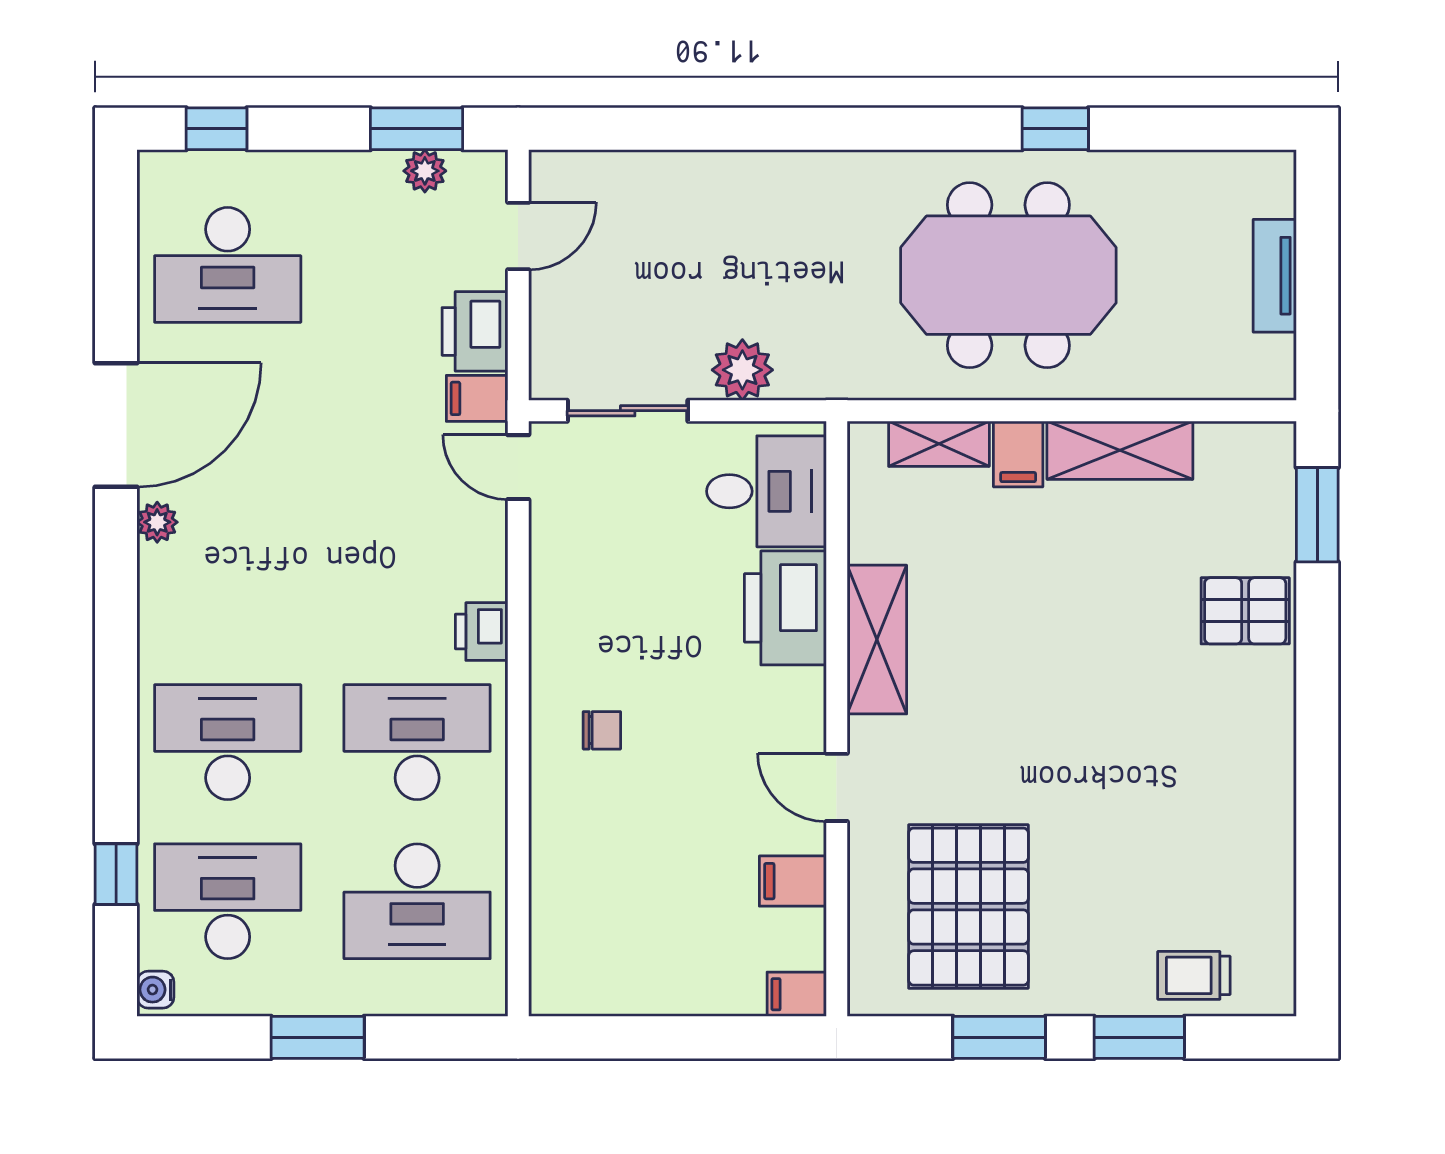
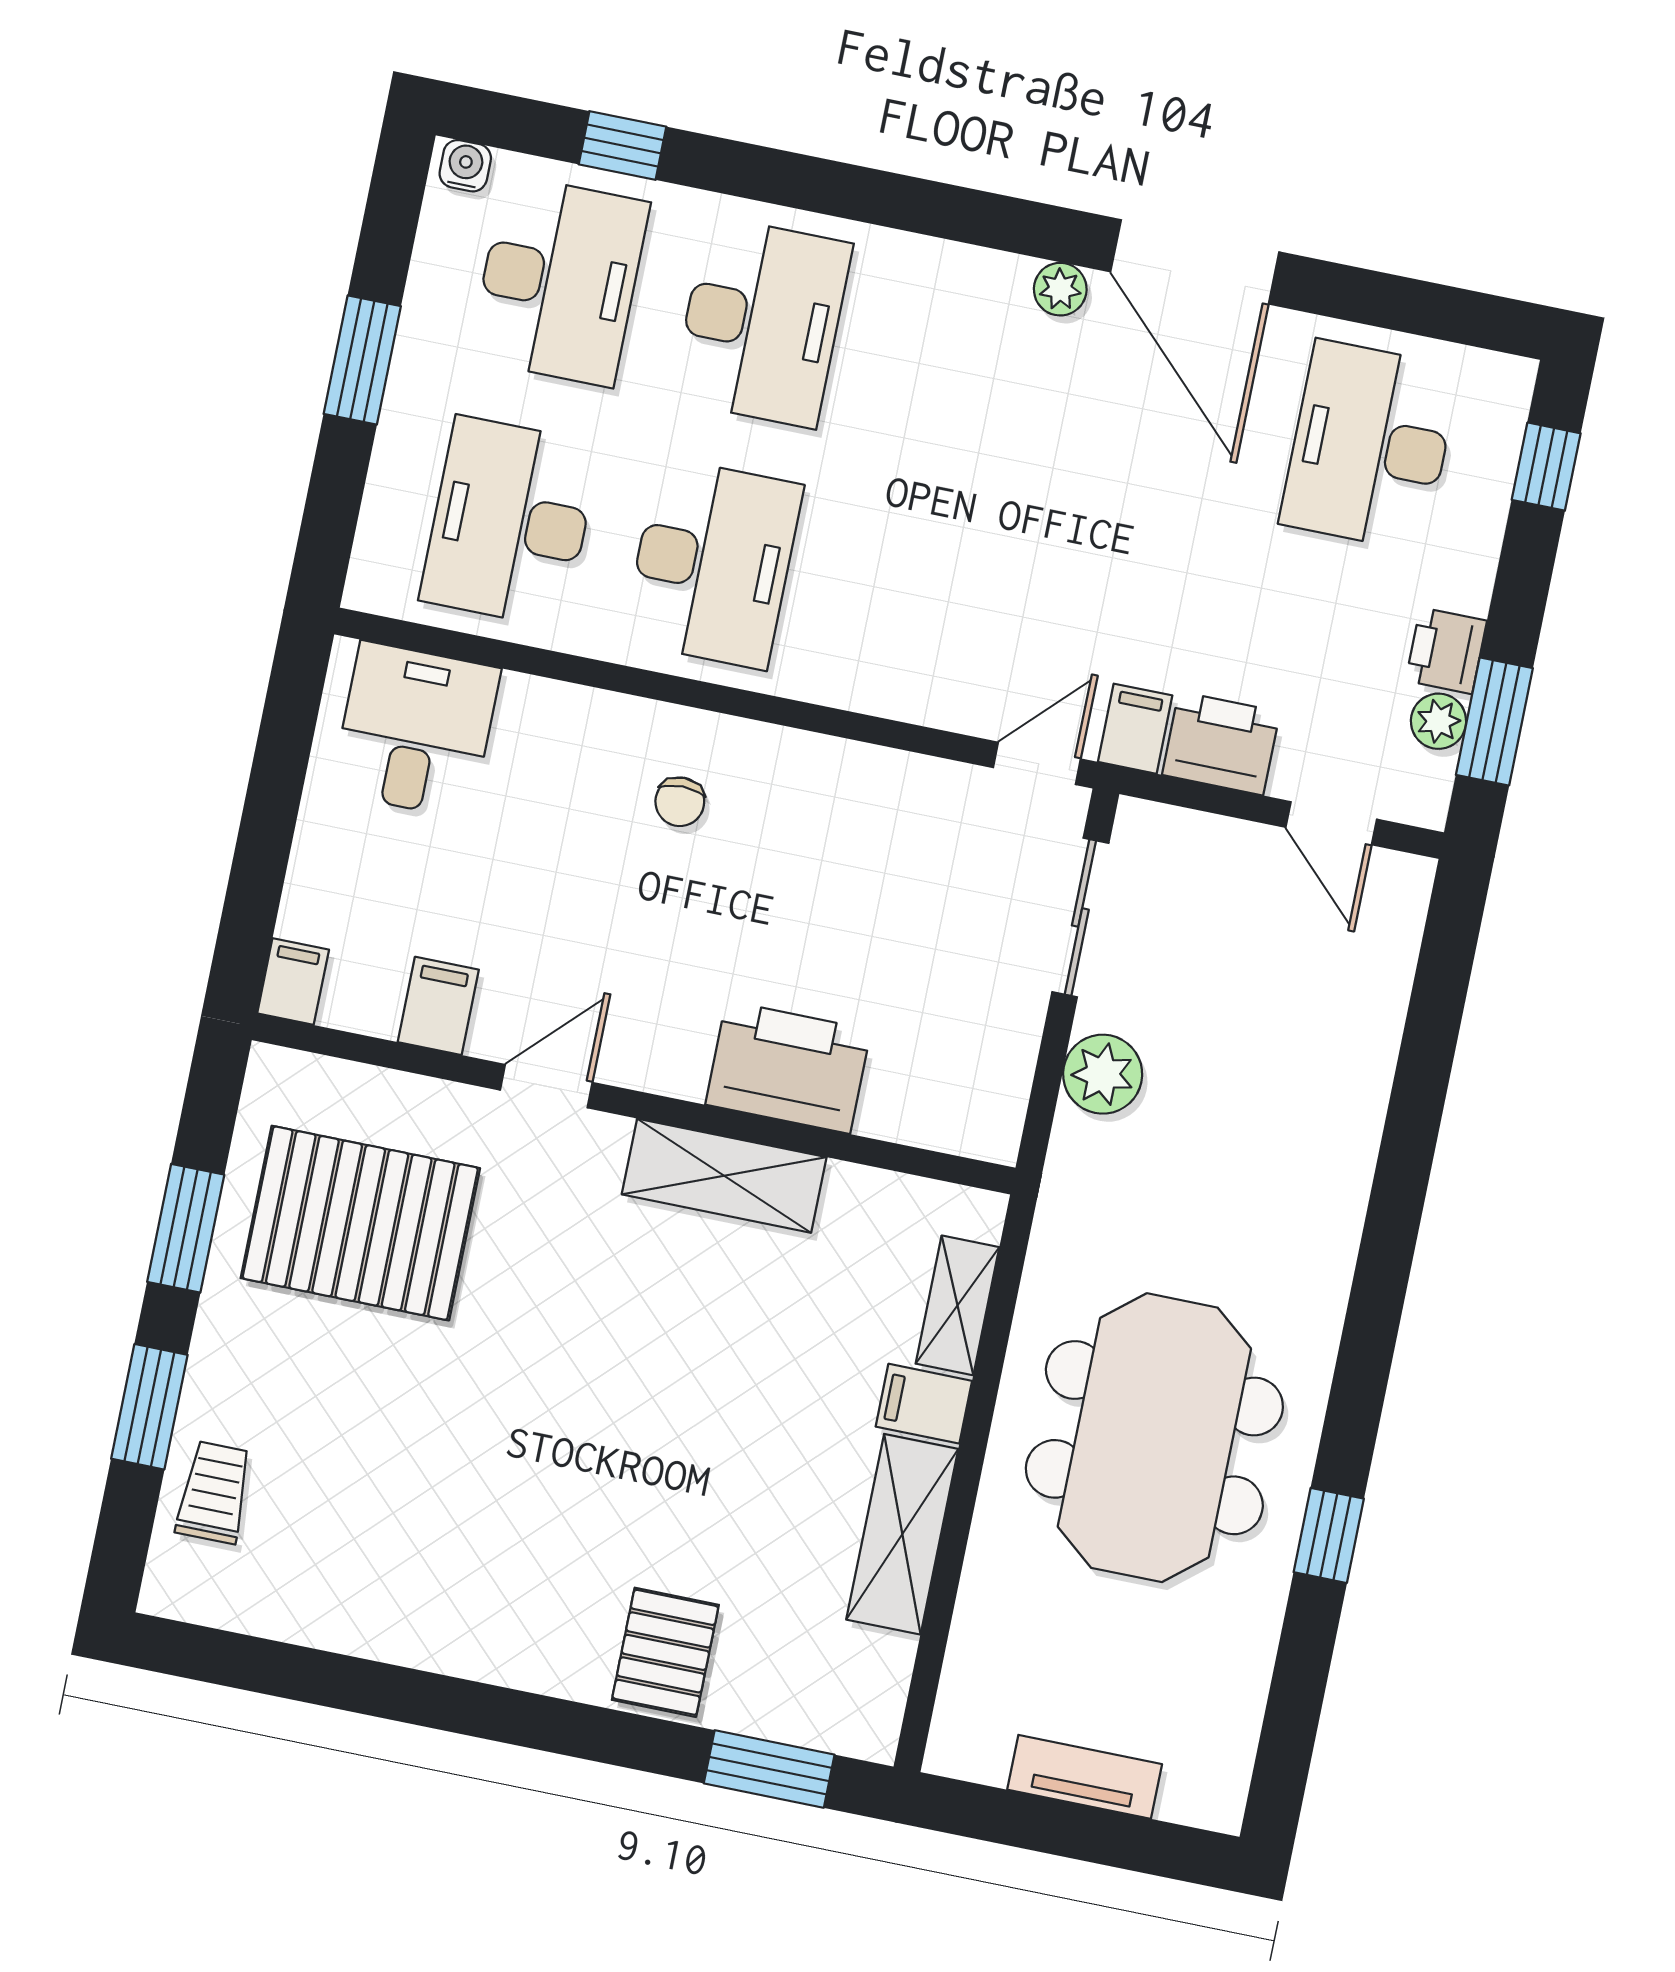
desk: (766, 491) -> (416, 730), moved, turned 180
printer: (482, 632) -> (1446, 651), moved, turned -90

